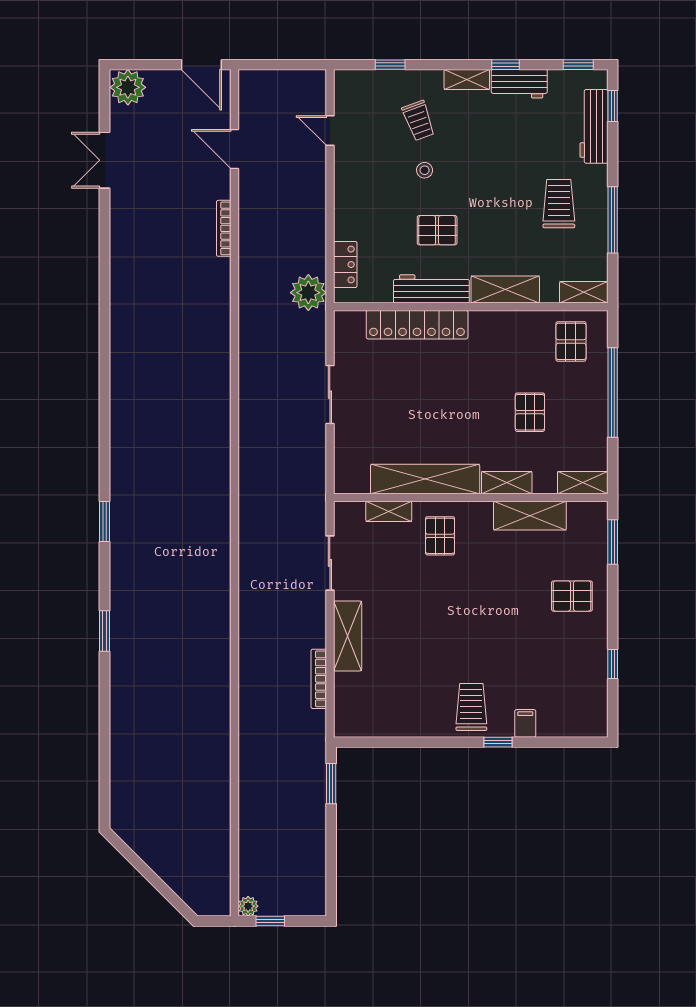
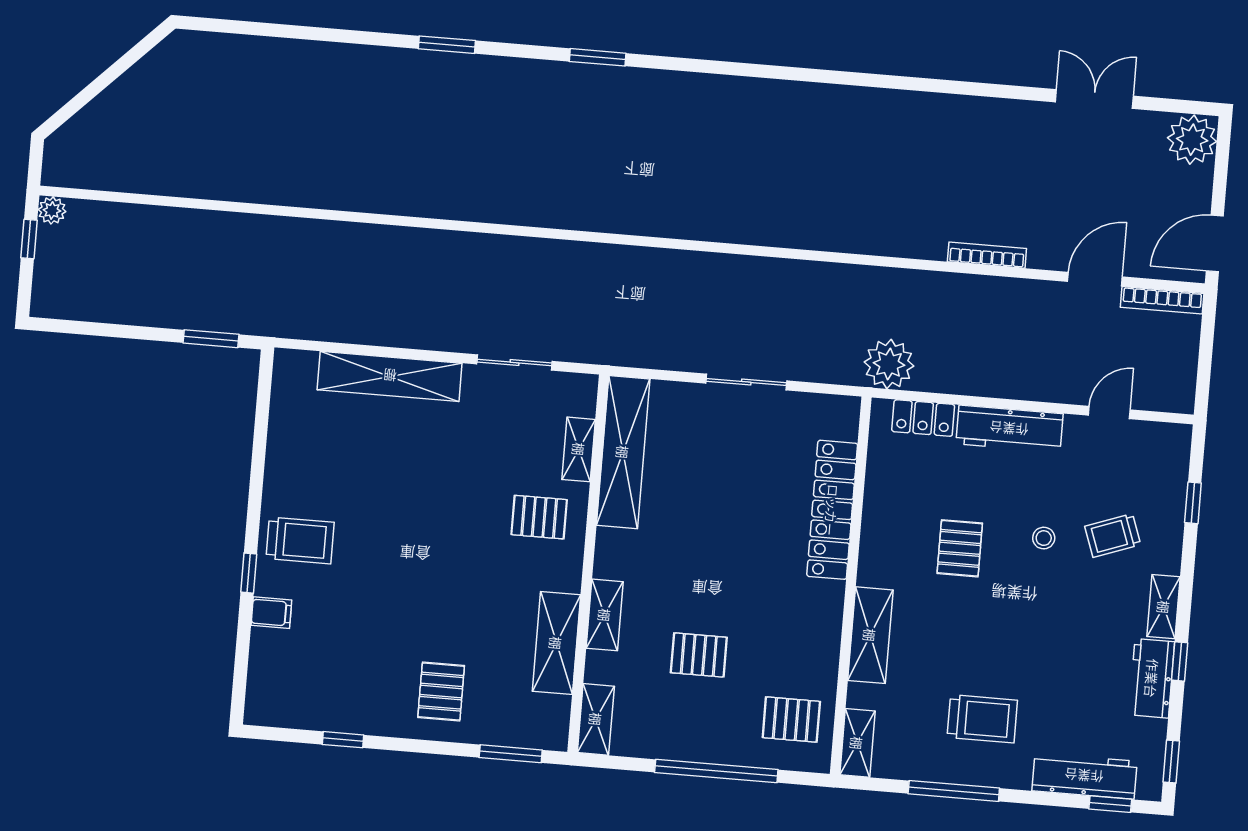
workbench: (431, 289) -> (1009, 429), moved, turned 90
shelving: (425, 479) -> (623, 452), moved
shelving: (348, 636) -> (390, 376), width x1.47
bookcase: (319, 679) -> (1162, 300), moved, turned 180

